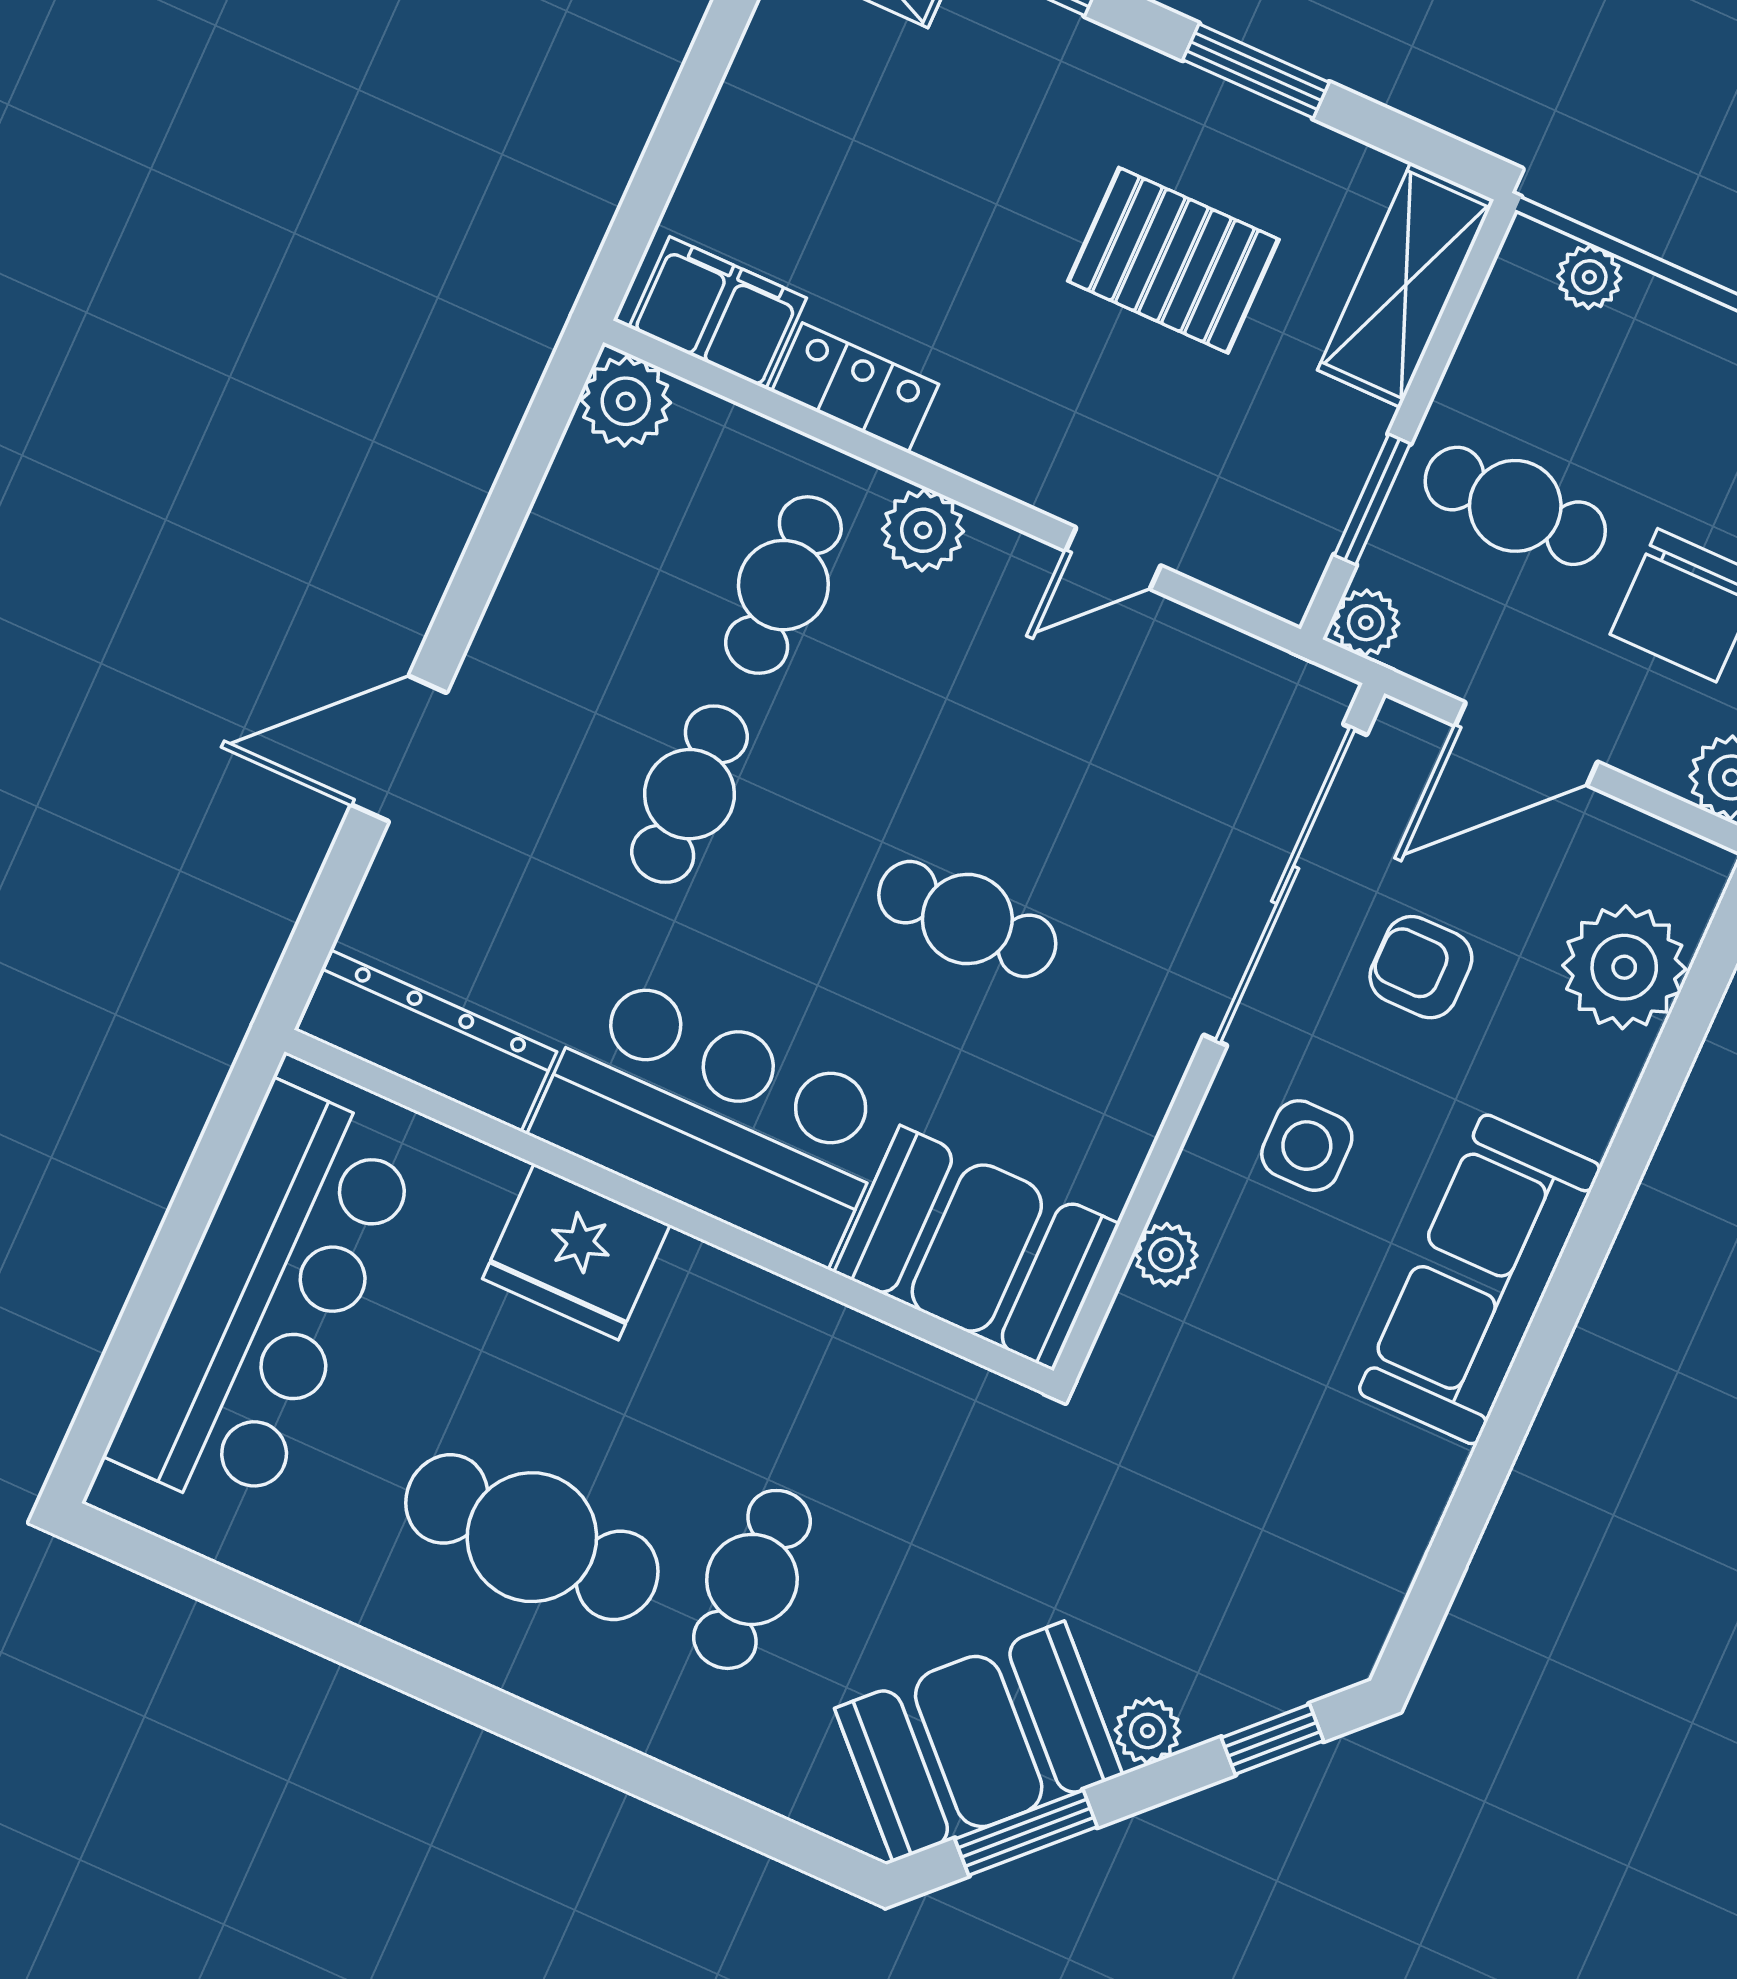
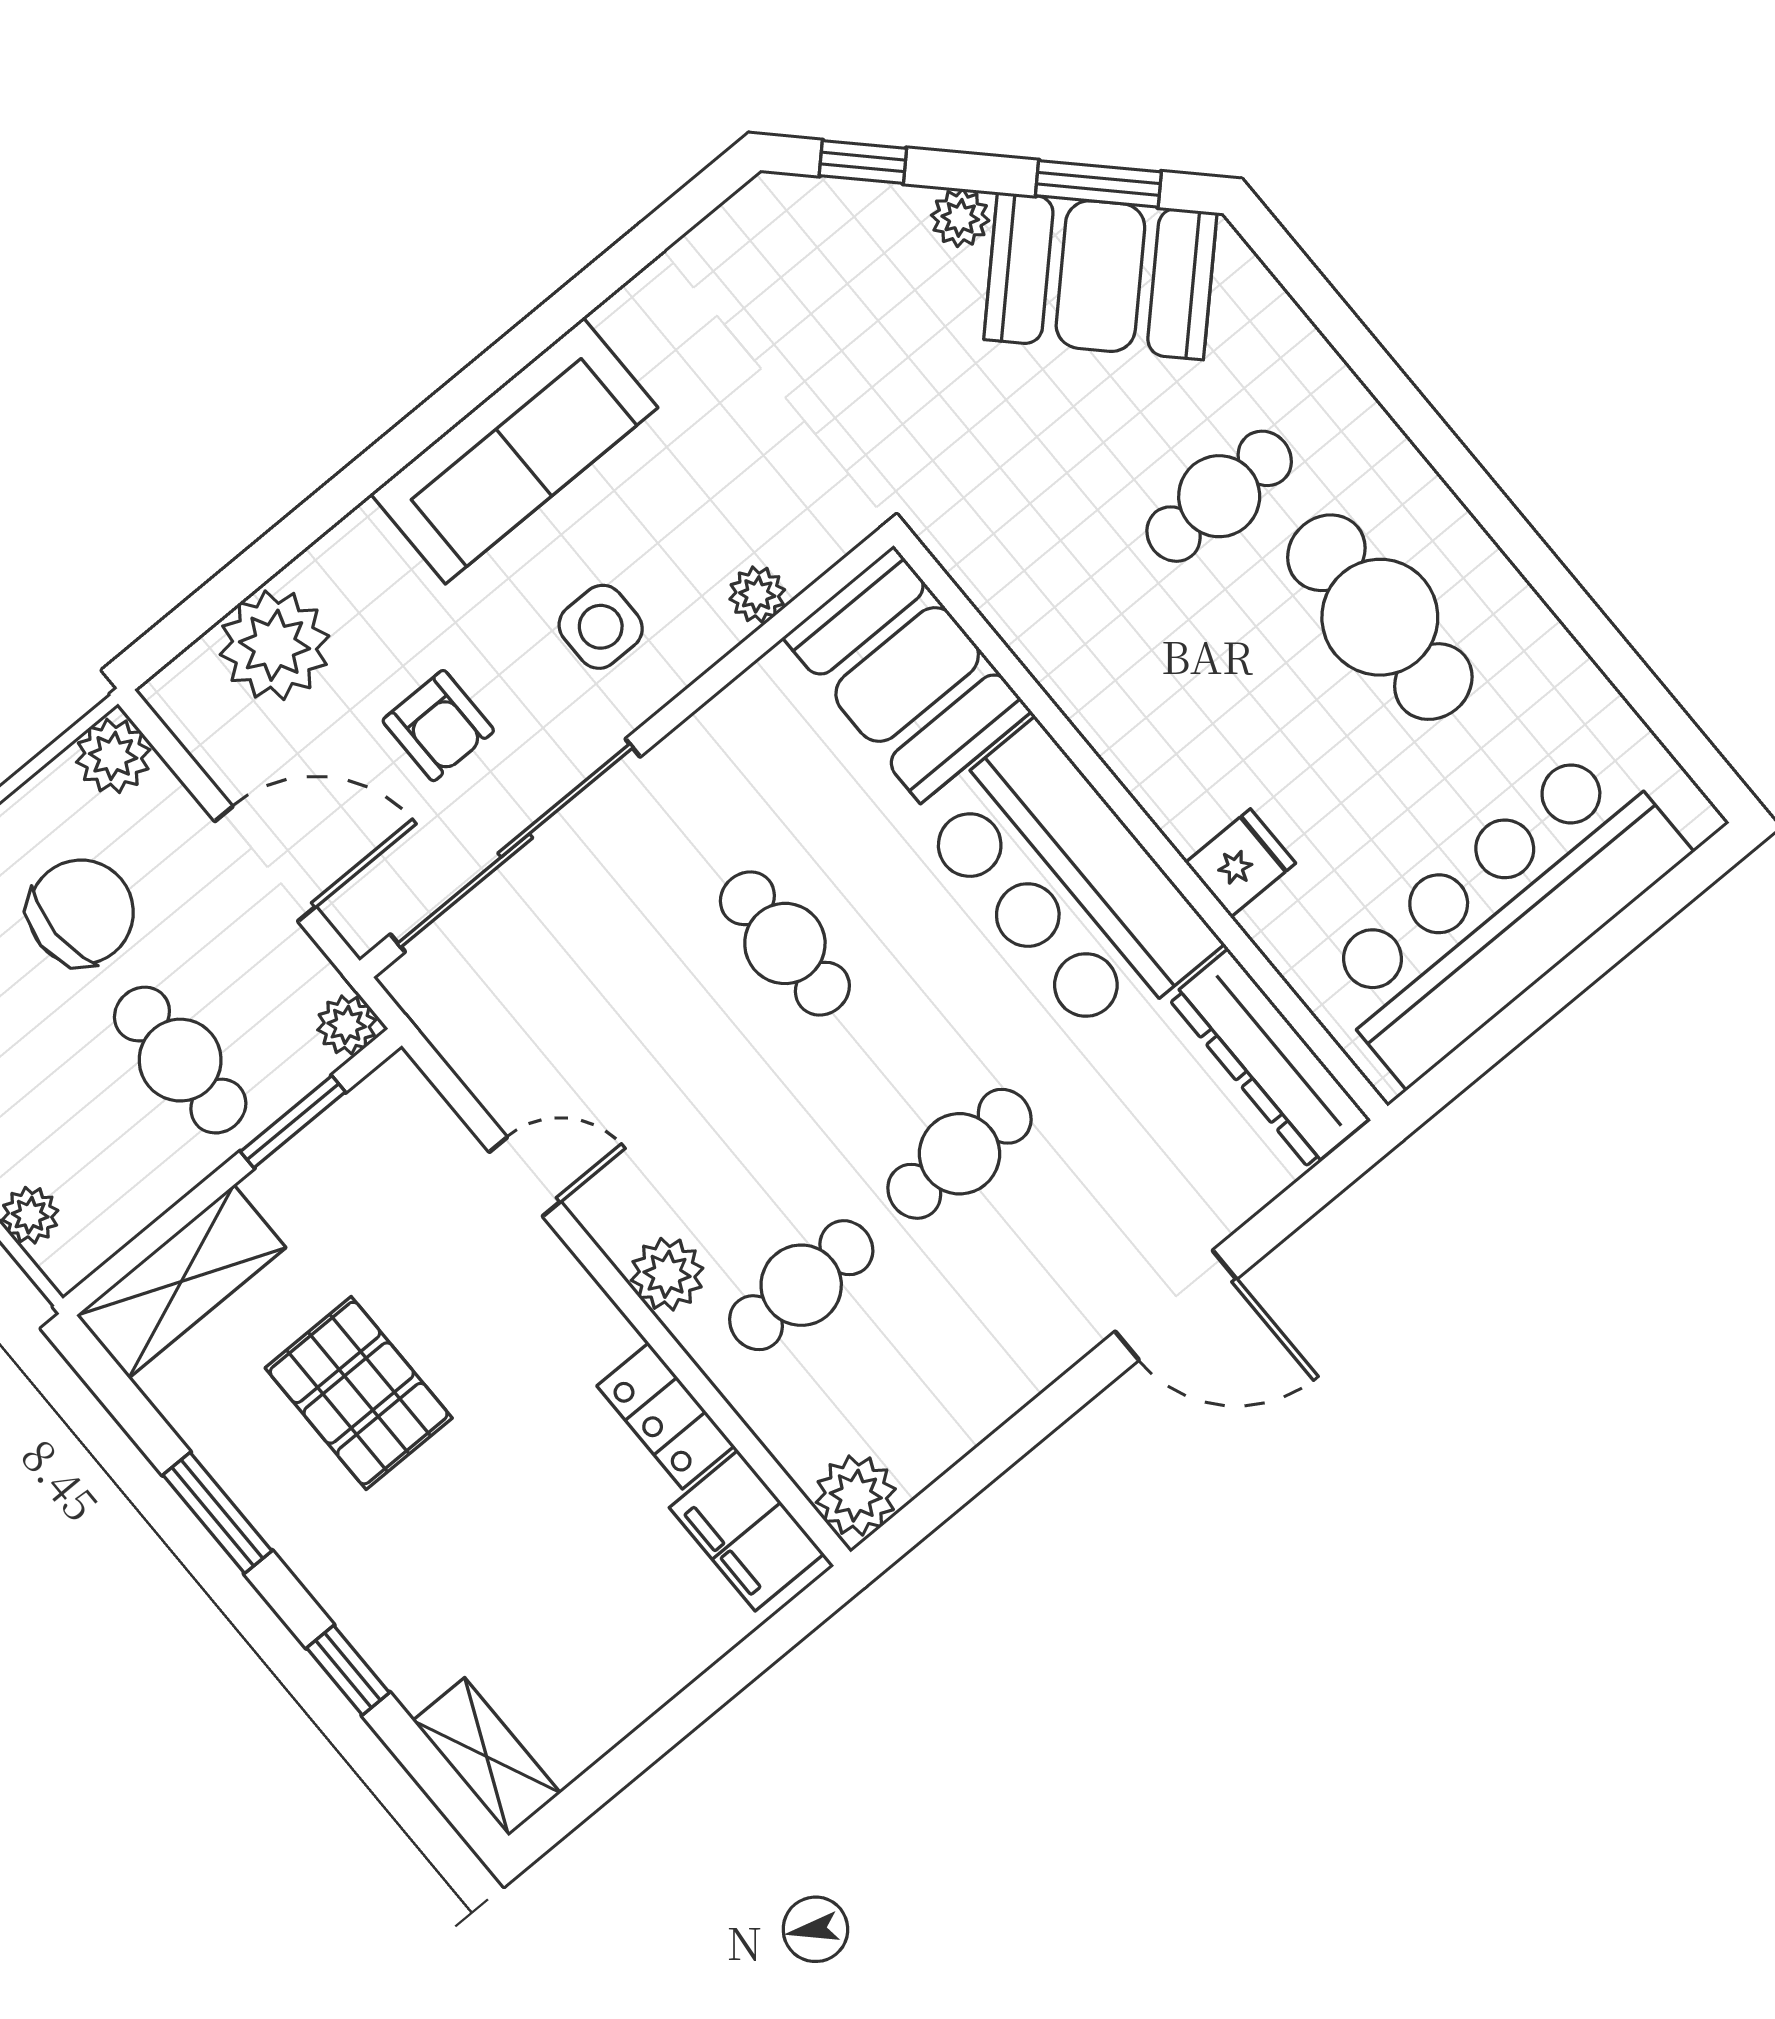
fridge: (576, 1252) -> (1241, 863), width x0.53, depth x0.75

